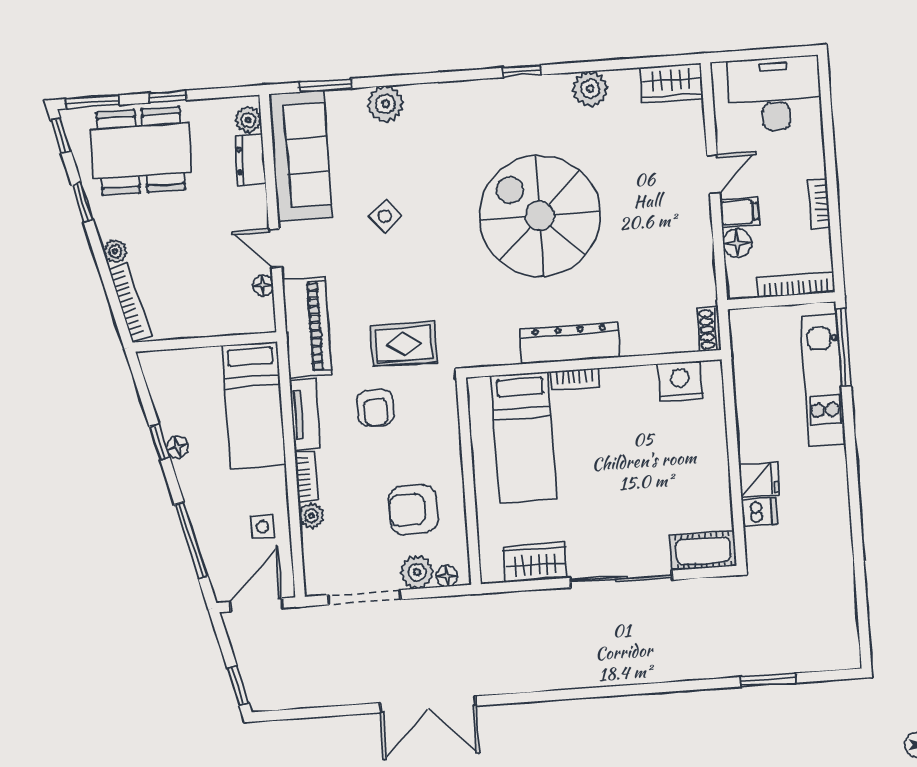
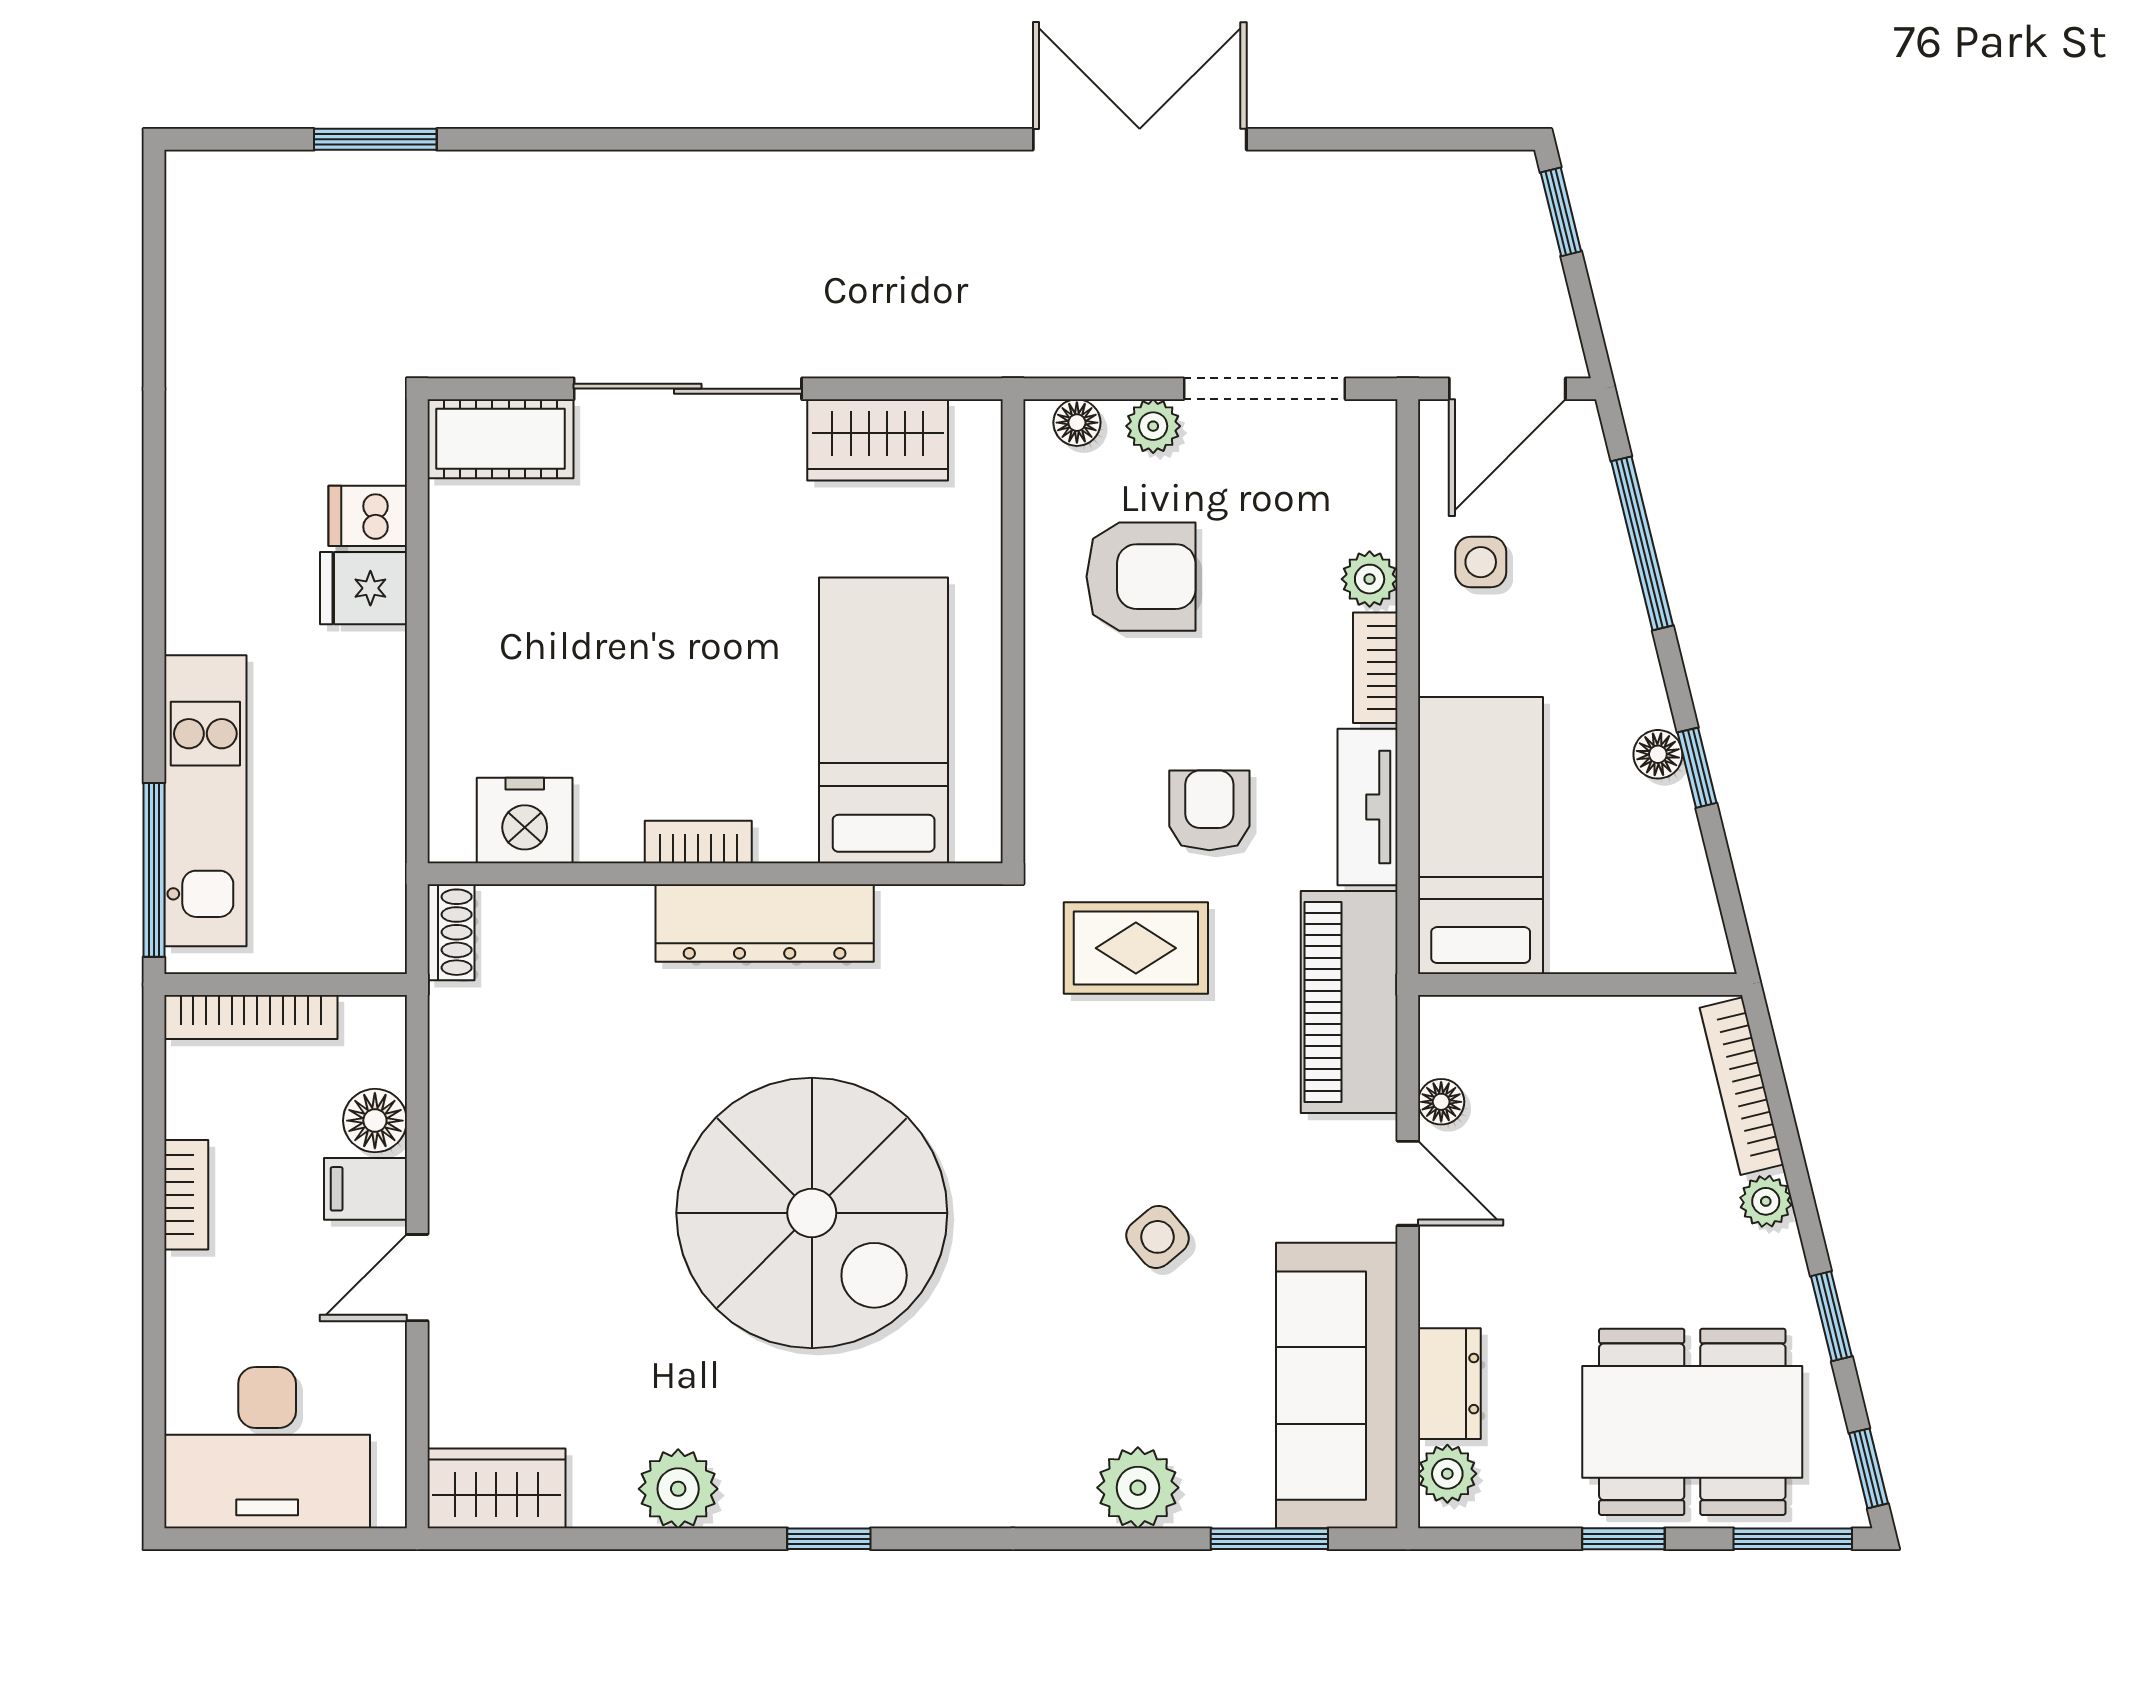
bookcase: (574, 379) -> (698, 842), moved
plant: (417, 572) -> (1153, 426), width x0.73, depth x0.73

